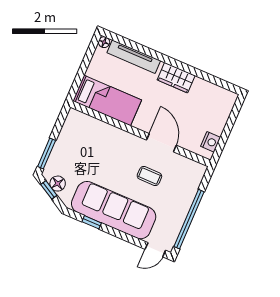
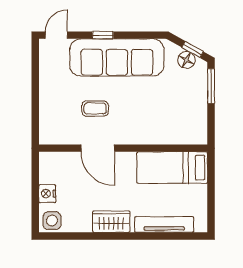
floor lamp: (104, 42) -> (201, 226), removed
side table: (224, 99) -> (52, 221), added
nightstand: (211, 142) -> (47, 194), moved
window: (189, 219) -> (35, 82), removed
window: (92, 222) -> (103, 35), moved

